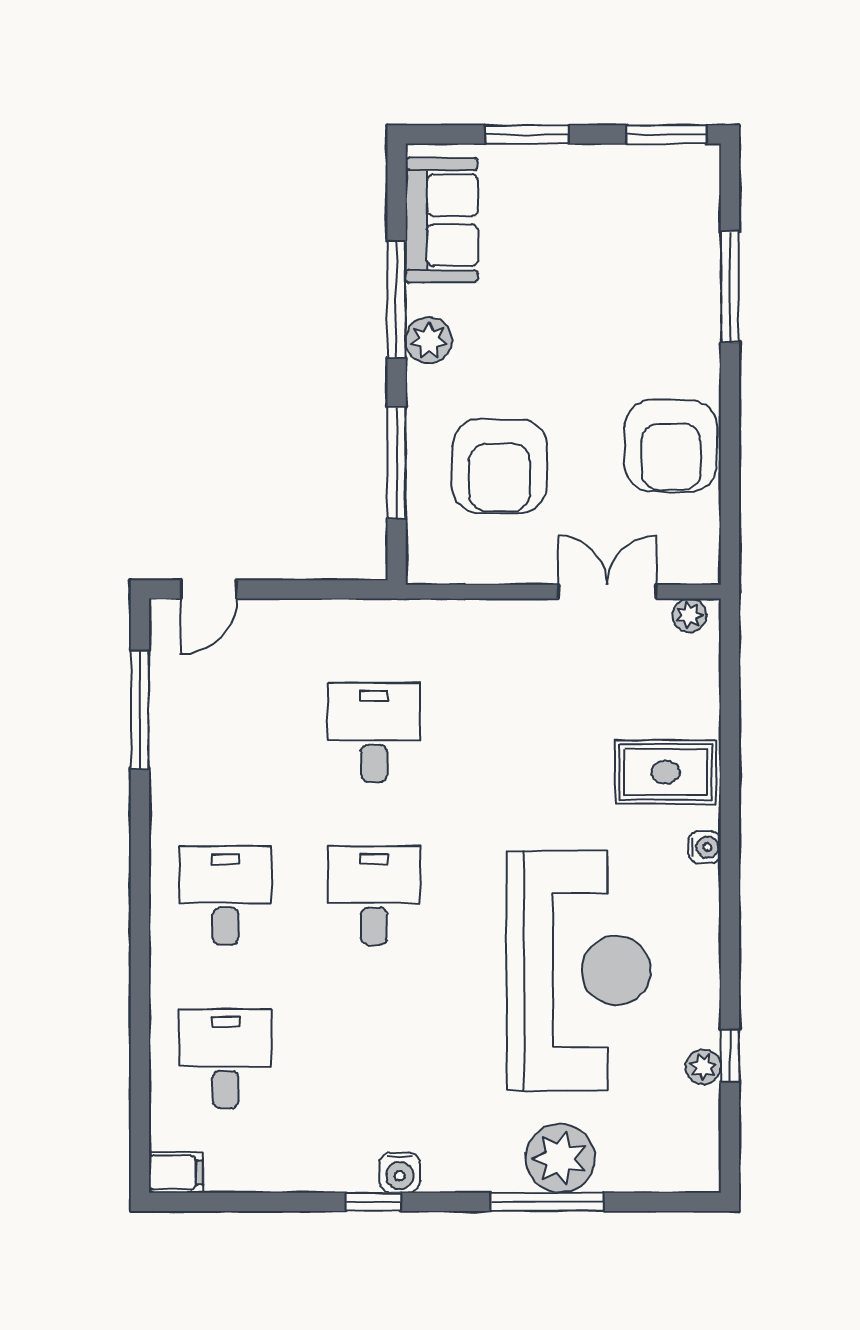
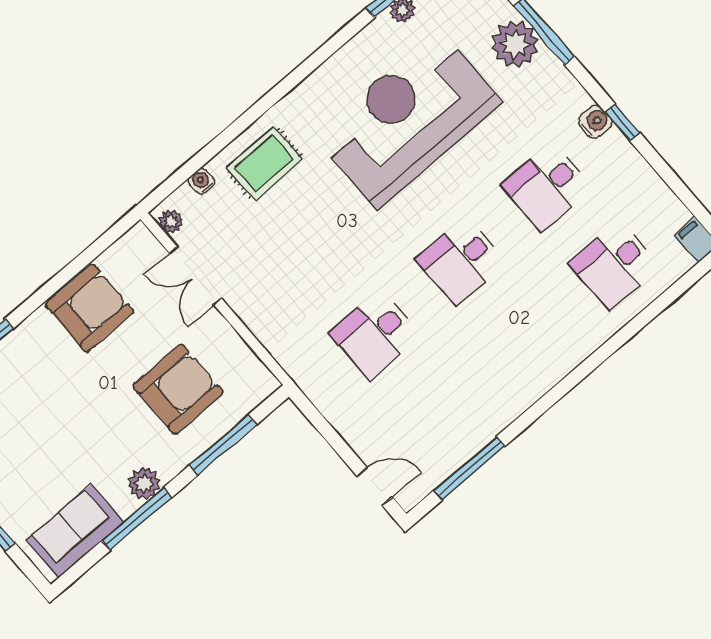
rug: (665, 772) -> (264, 163), turned 90
water cooler: (705, 847) -> (201, 181), moved
desk: (225, 896) -> (547, 187), moved

